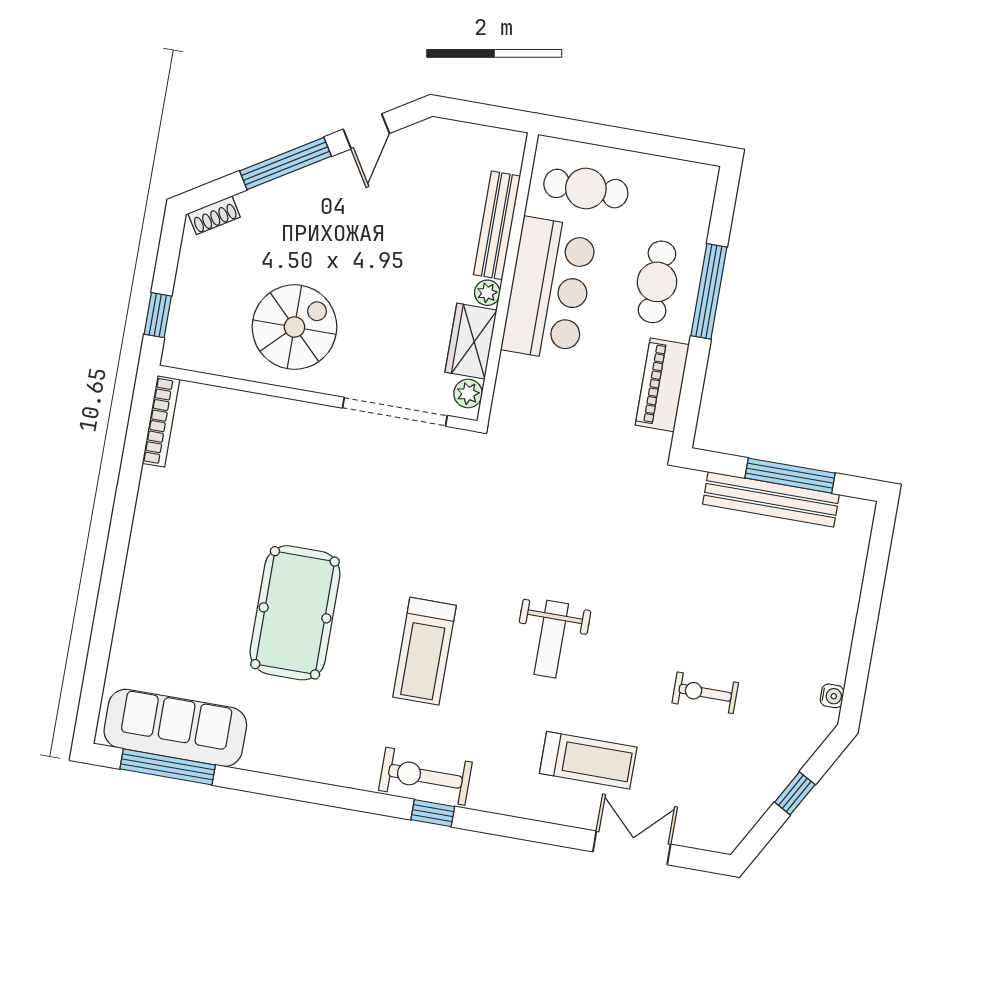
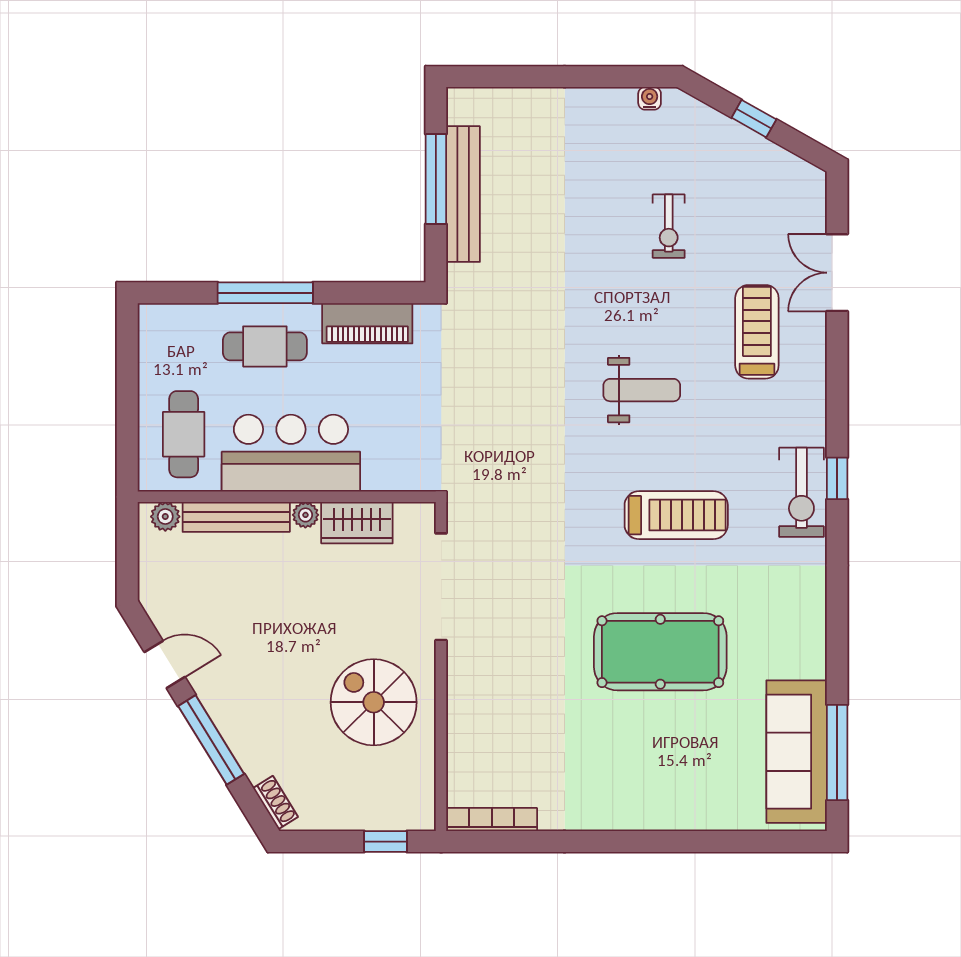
plant: (468, 393) -> (165, 517), moved

